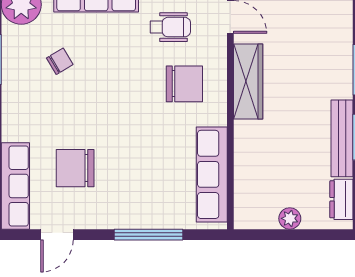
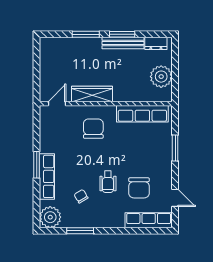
wheelchair: (170, 27) -> (108, 182), moved, turned 180
plant: (290, 218) -> (161, 77), width x1.88, depth x1.88
window: (148, 235) -> (175, 148), width x0.69

